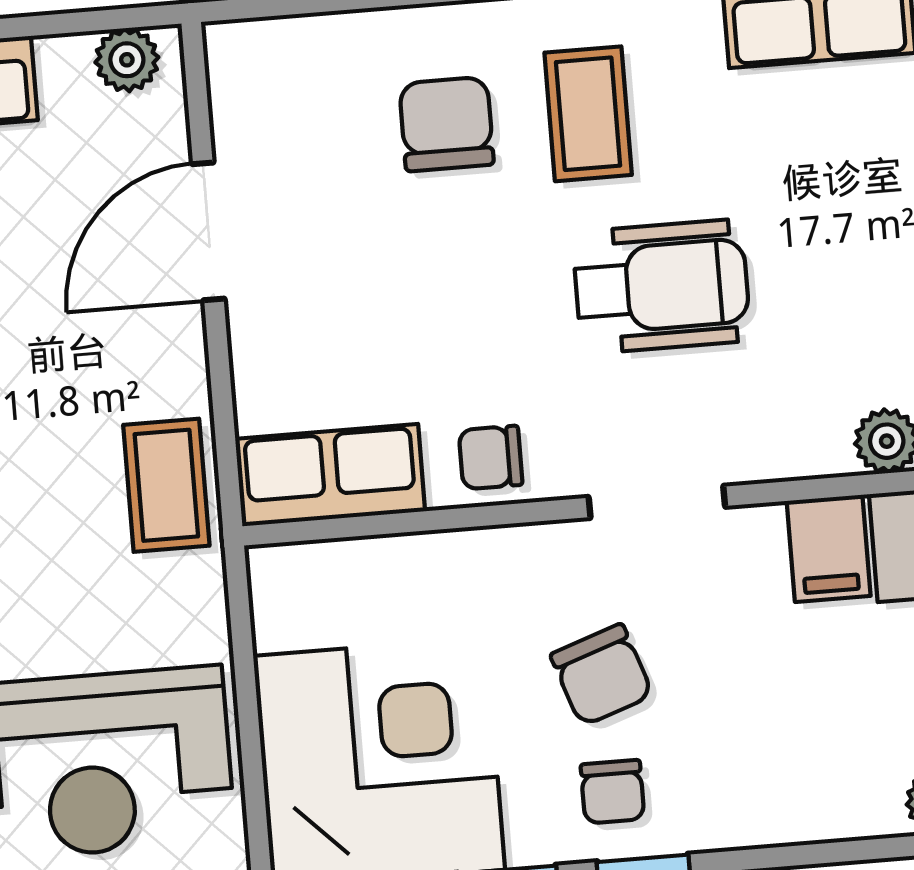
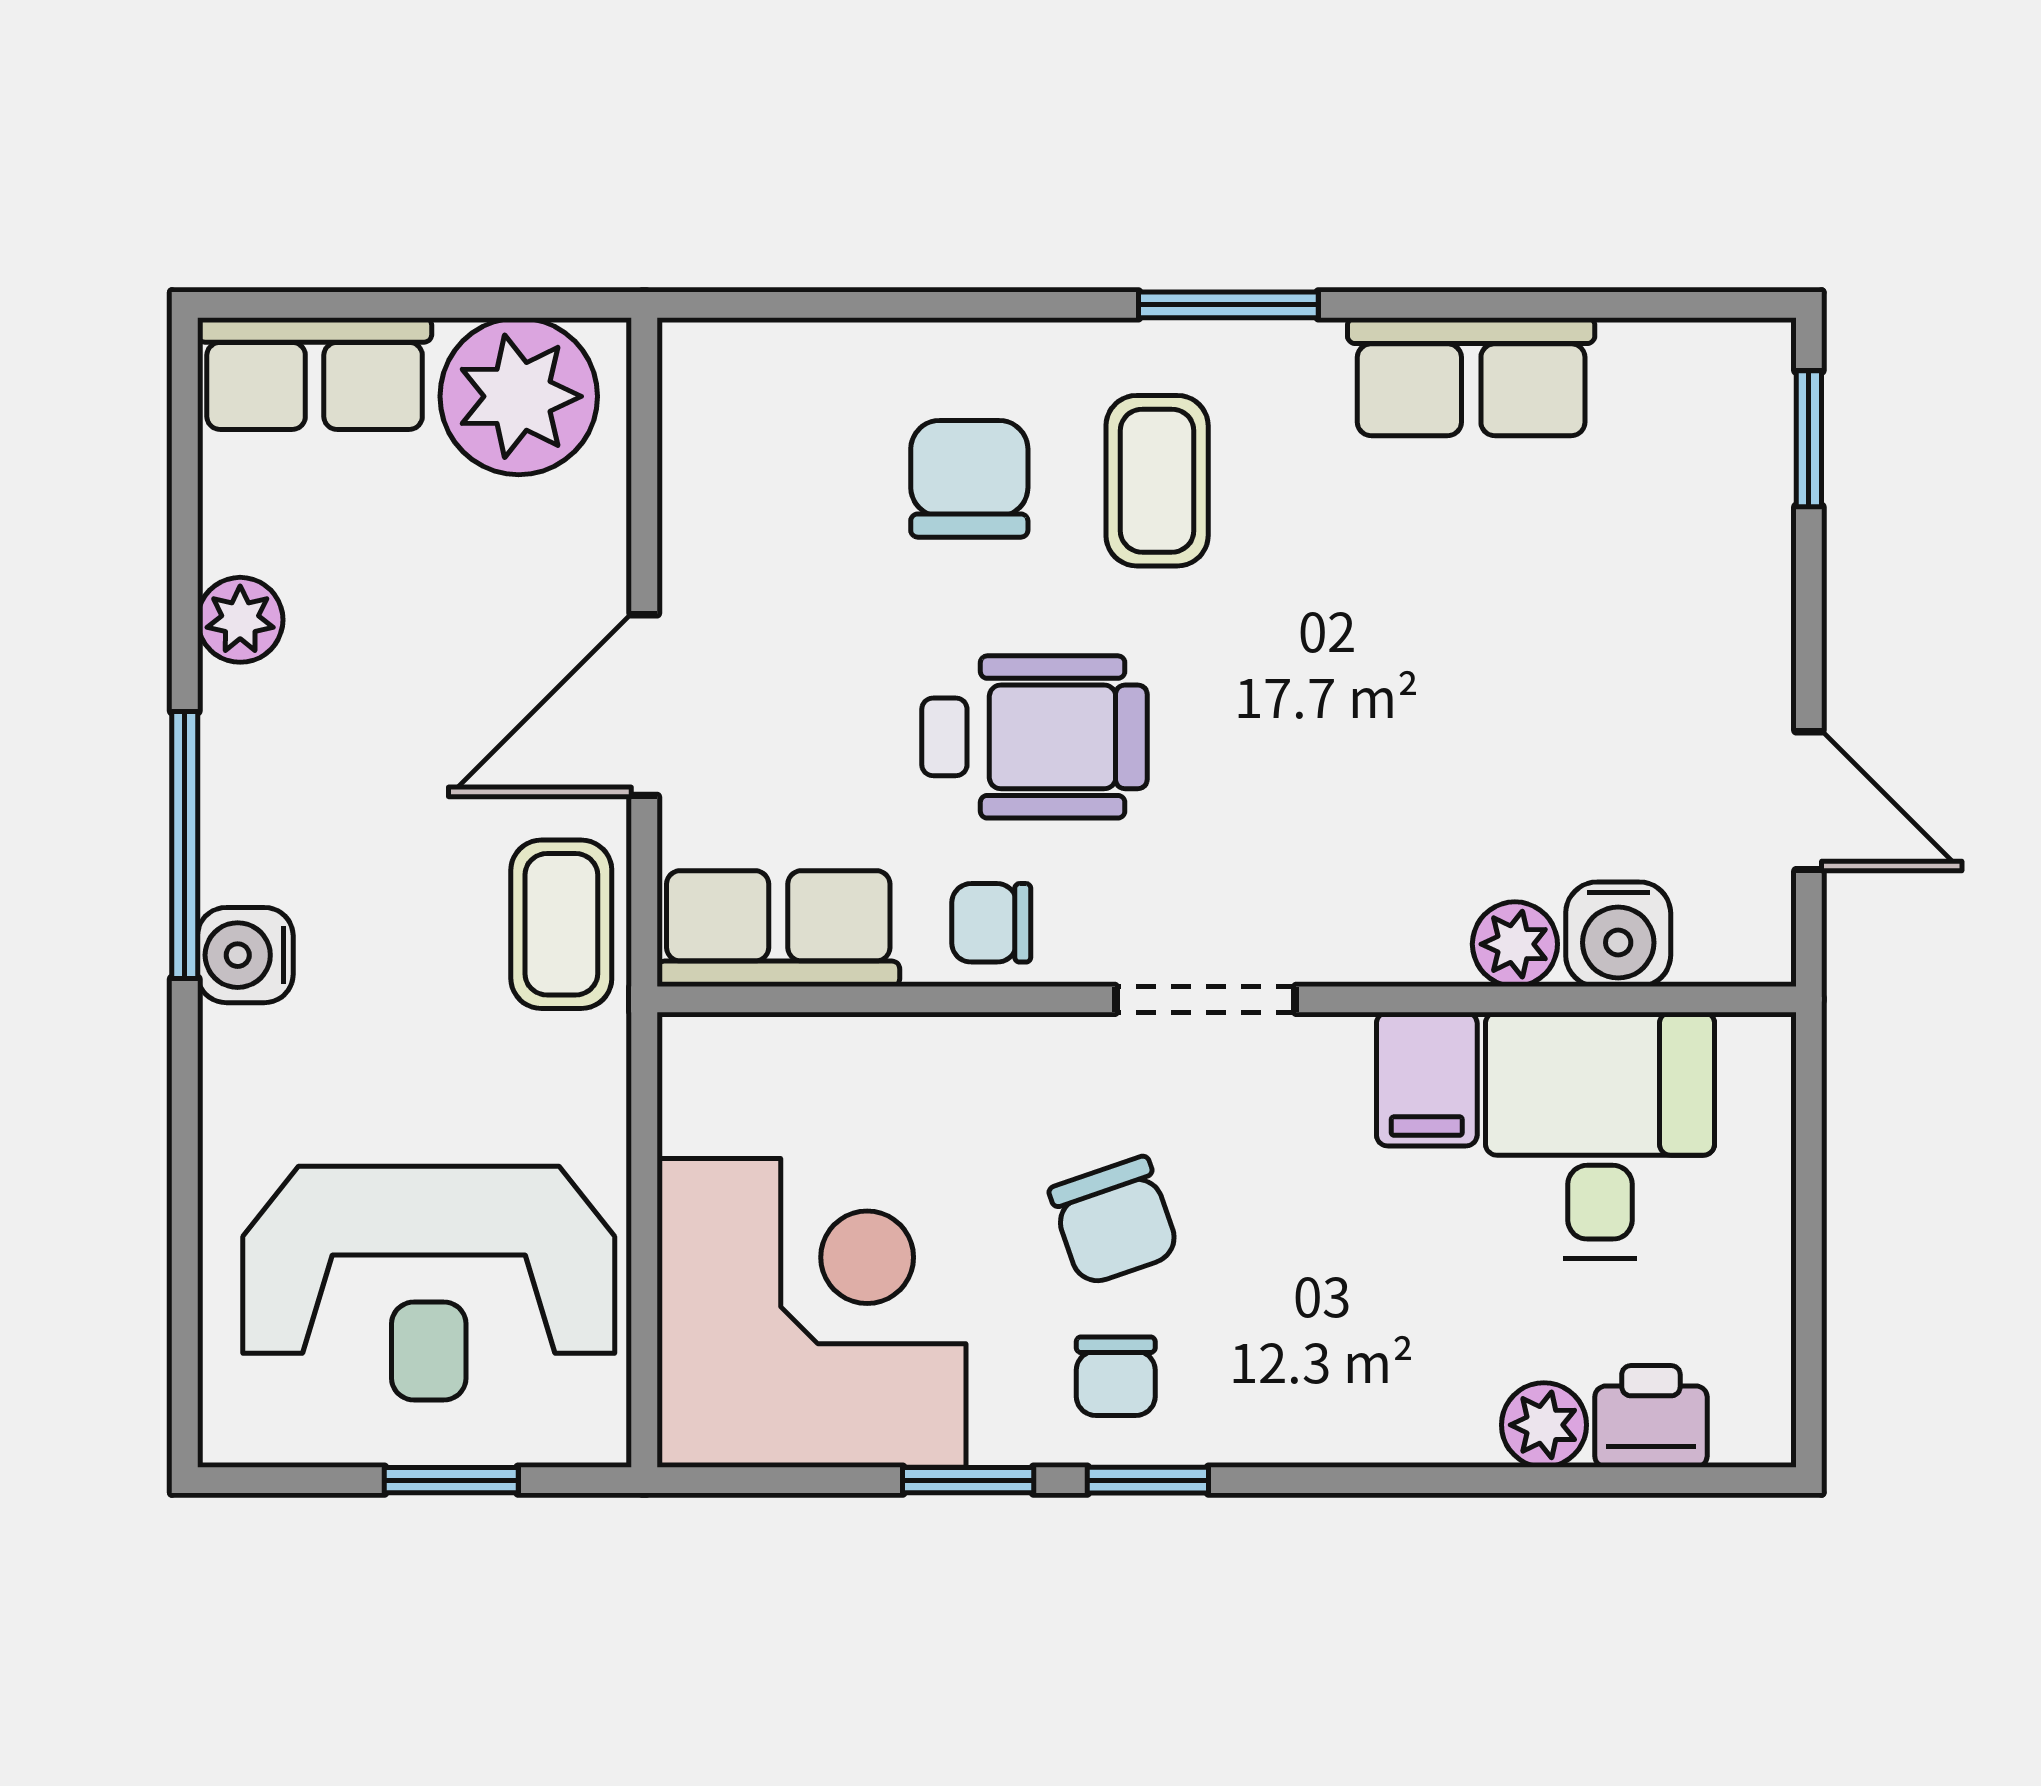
plant: (127, 60) -> (519, 396), width x1.88, depth x1.88
door: (208, 231) -> (644, 705), moved
wheelchair: (662, 286) -> (1035, 737), moved

